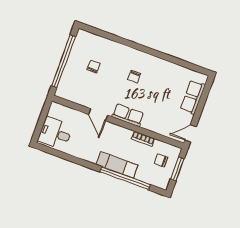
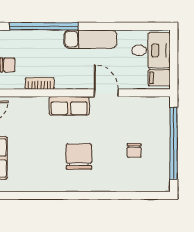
chair: (134, 77) -> (79, 157), width x1.87, depth x1.87
filing cabinet: (57, 112) -> (159, 78), added
exam couch: (117, 165) -> (90, 39), moved

